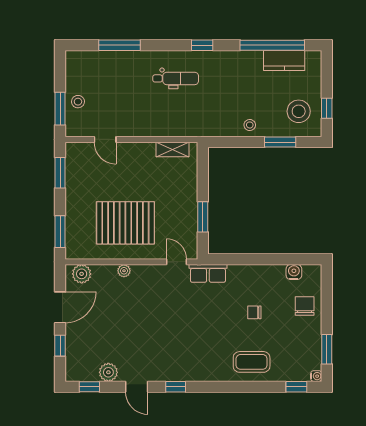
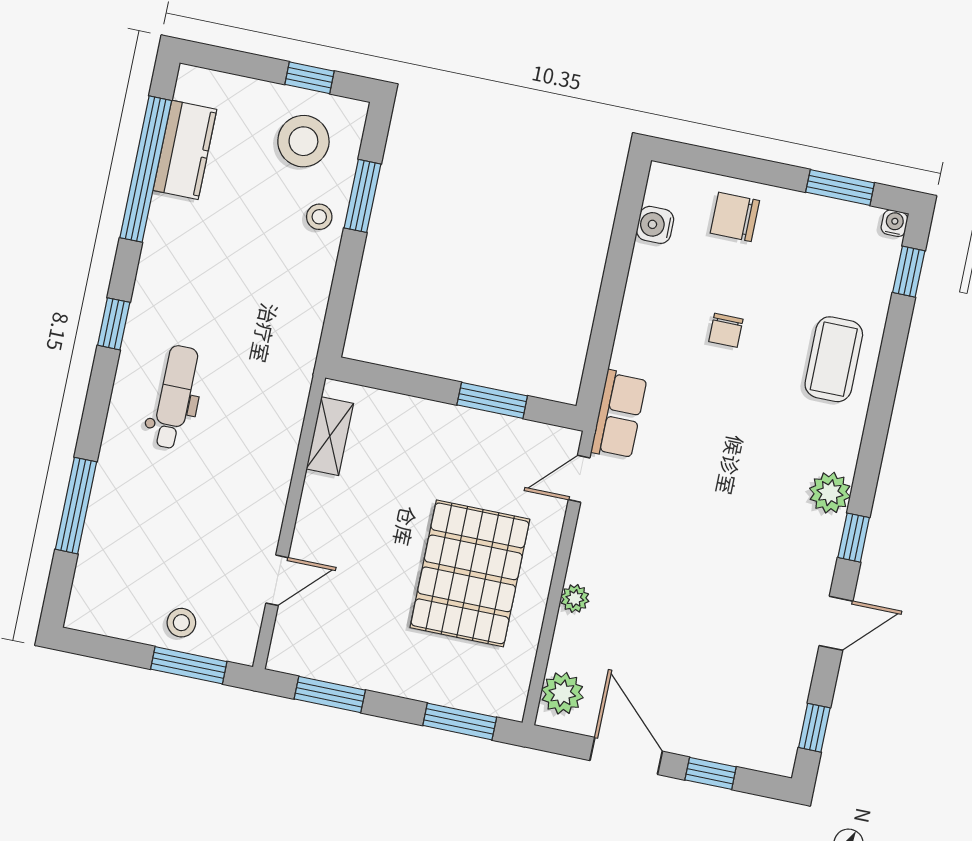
stool: (250, 125) -> (319, 217), moved
plant: (108, 372) -> (830, 493), moved

